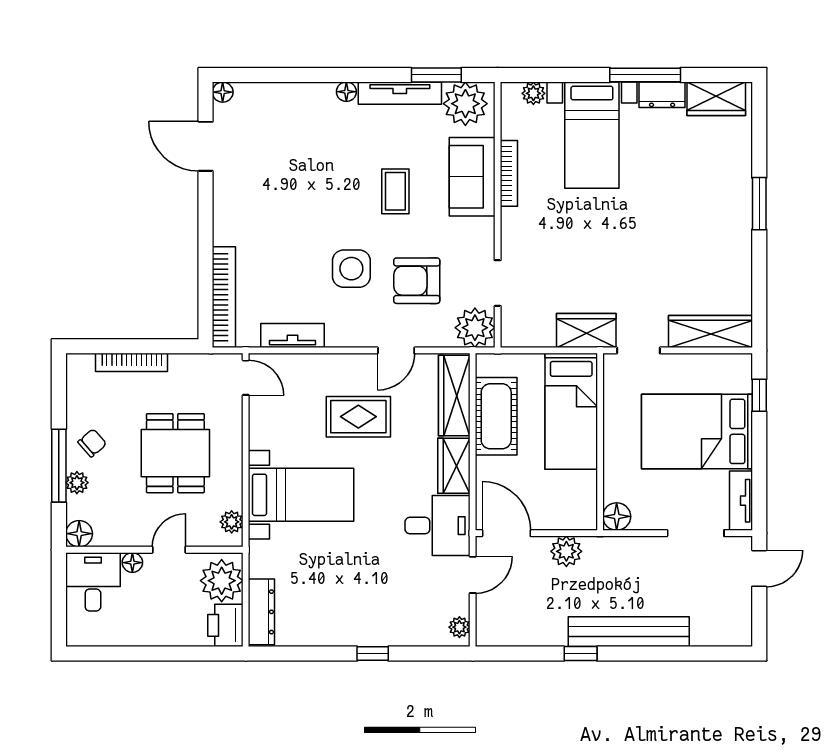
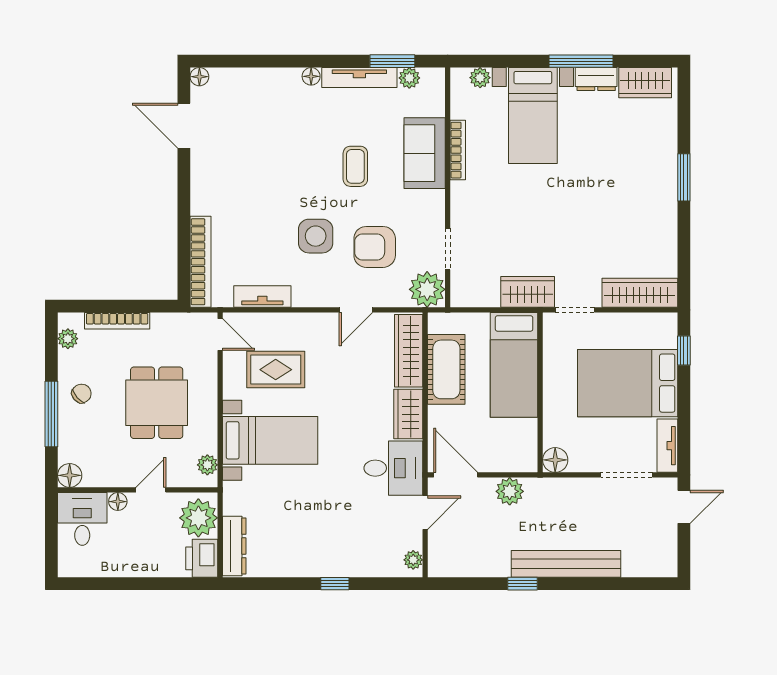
plant: (465, 104) -> (409, 78), width x0.53, depth x0.53
rug: (358, 417) -> (276, 370), moved
plant: (77, 483) -> (68, 339), moved

